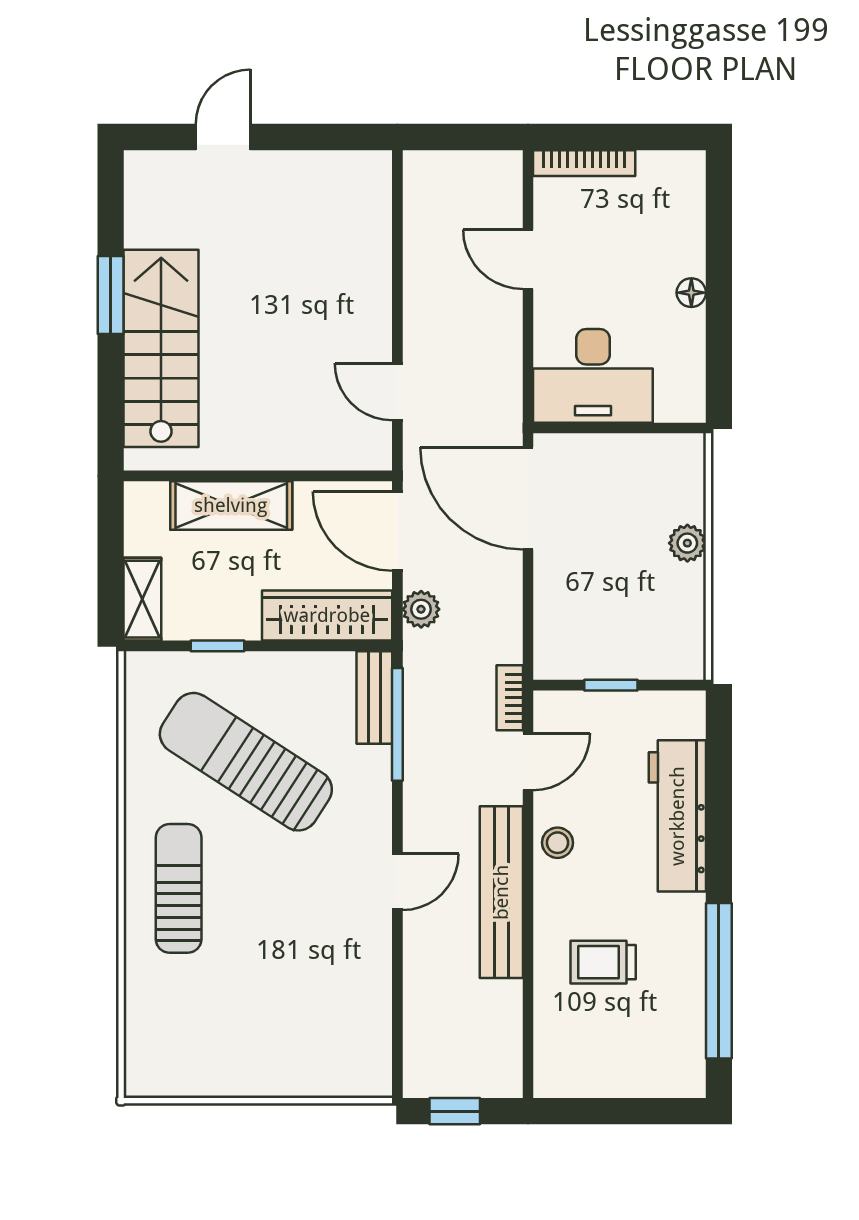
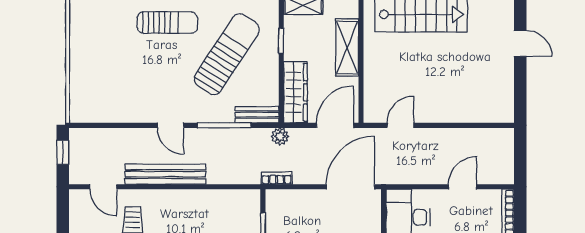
plant: (421, 609) -> (280, 136), moved
bookcase: (510, 698) -> (277, 178), moved
window: (397, 724) -> (224, 125), moved
door: (528, 762) -> (103, 187), moved
stool: (557, 843) -> (189, 201), removed

